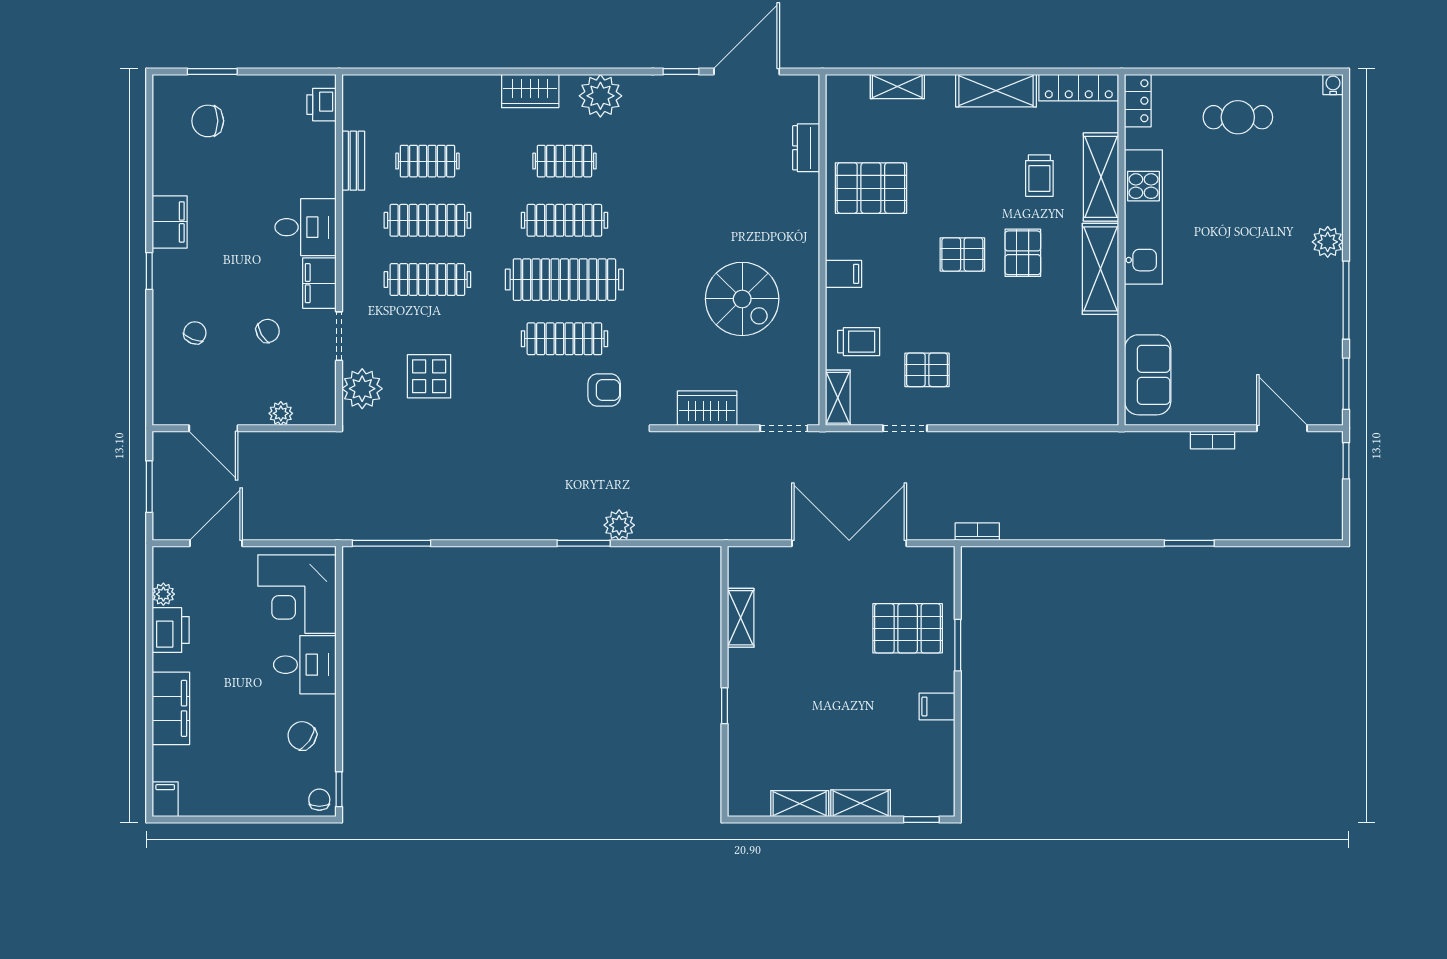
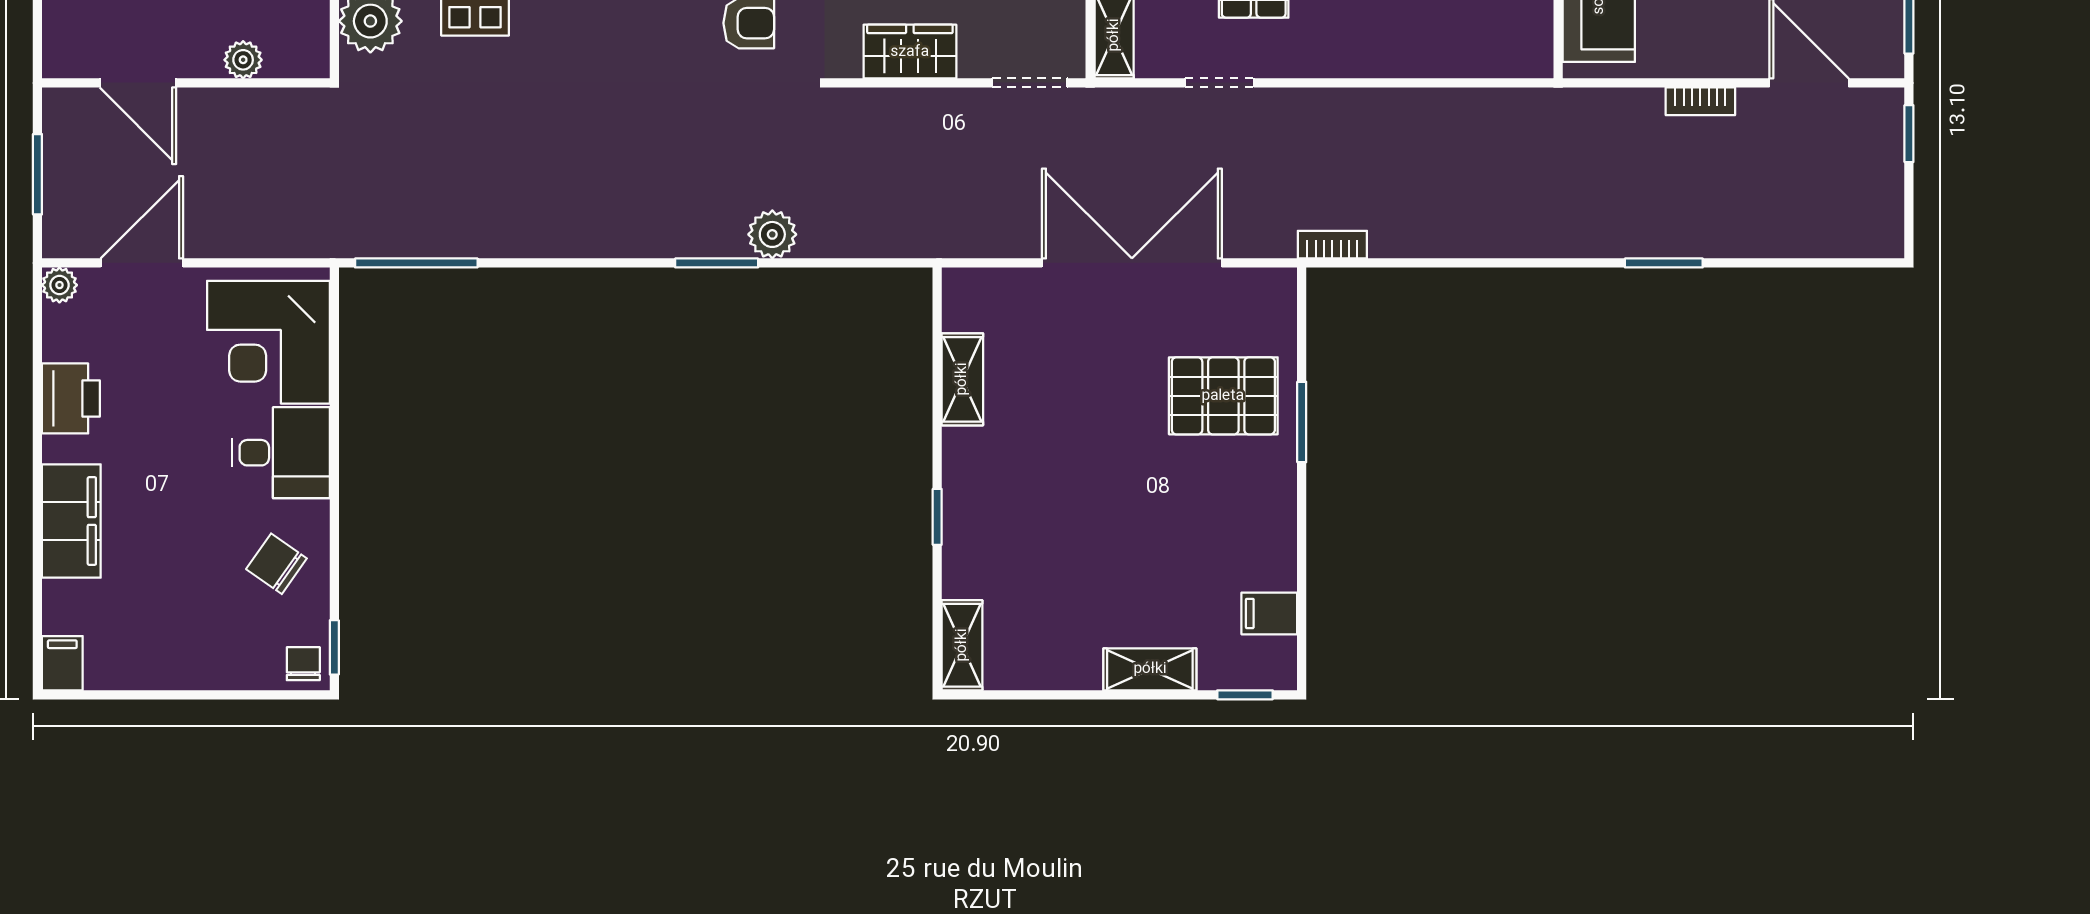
plant: (163, 594) -> (59, 285), moved
filing cabinet: (937, 706) -> (1269, 613), moved
shelving: (800, 804) -> (962, 645), moved, turned 90

